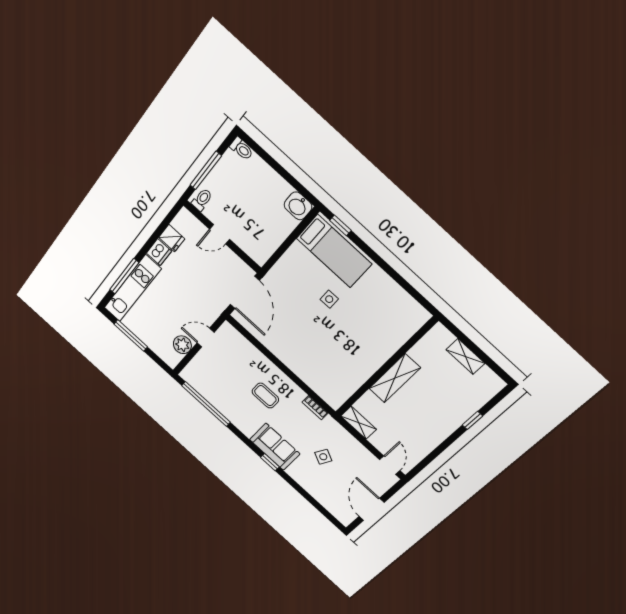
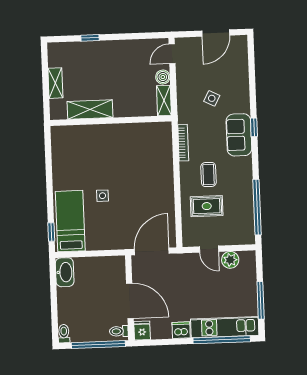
window: (206, 171) -> (98, 345), width x1.46
washbasin: (298, 206) -> (65, 272), width x1.38
door: (220, 234) -> (130, 301), width x1.88
fridge: (172, 238) -> (142, 330), moved
window: (124, 276) -> (222, 340), width x1.46
rug: (241, 370) -> (207, 206), added
shelving: (395, 378) -> (90, 109), moved
bookcase: (315, 408) -> (183, 143), width x1.56
boiler: (378, 440) -> (163, 77), added

